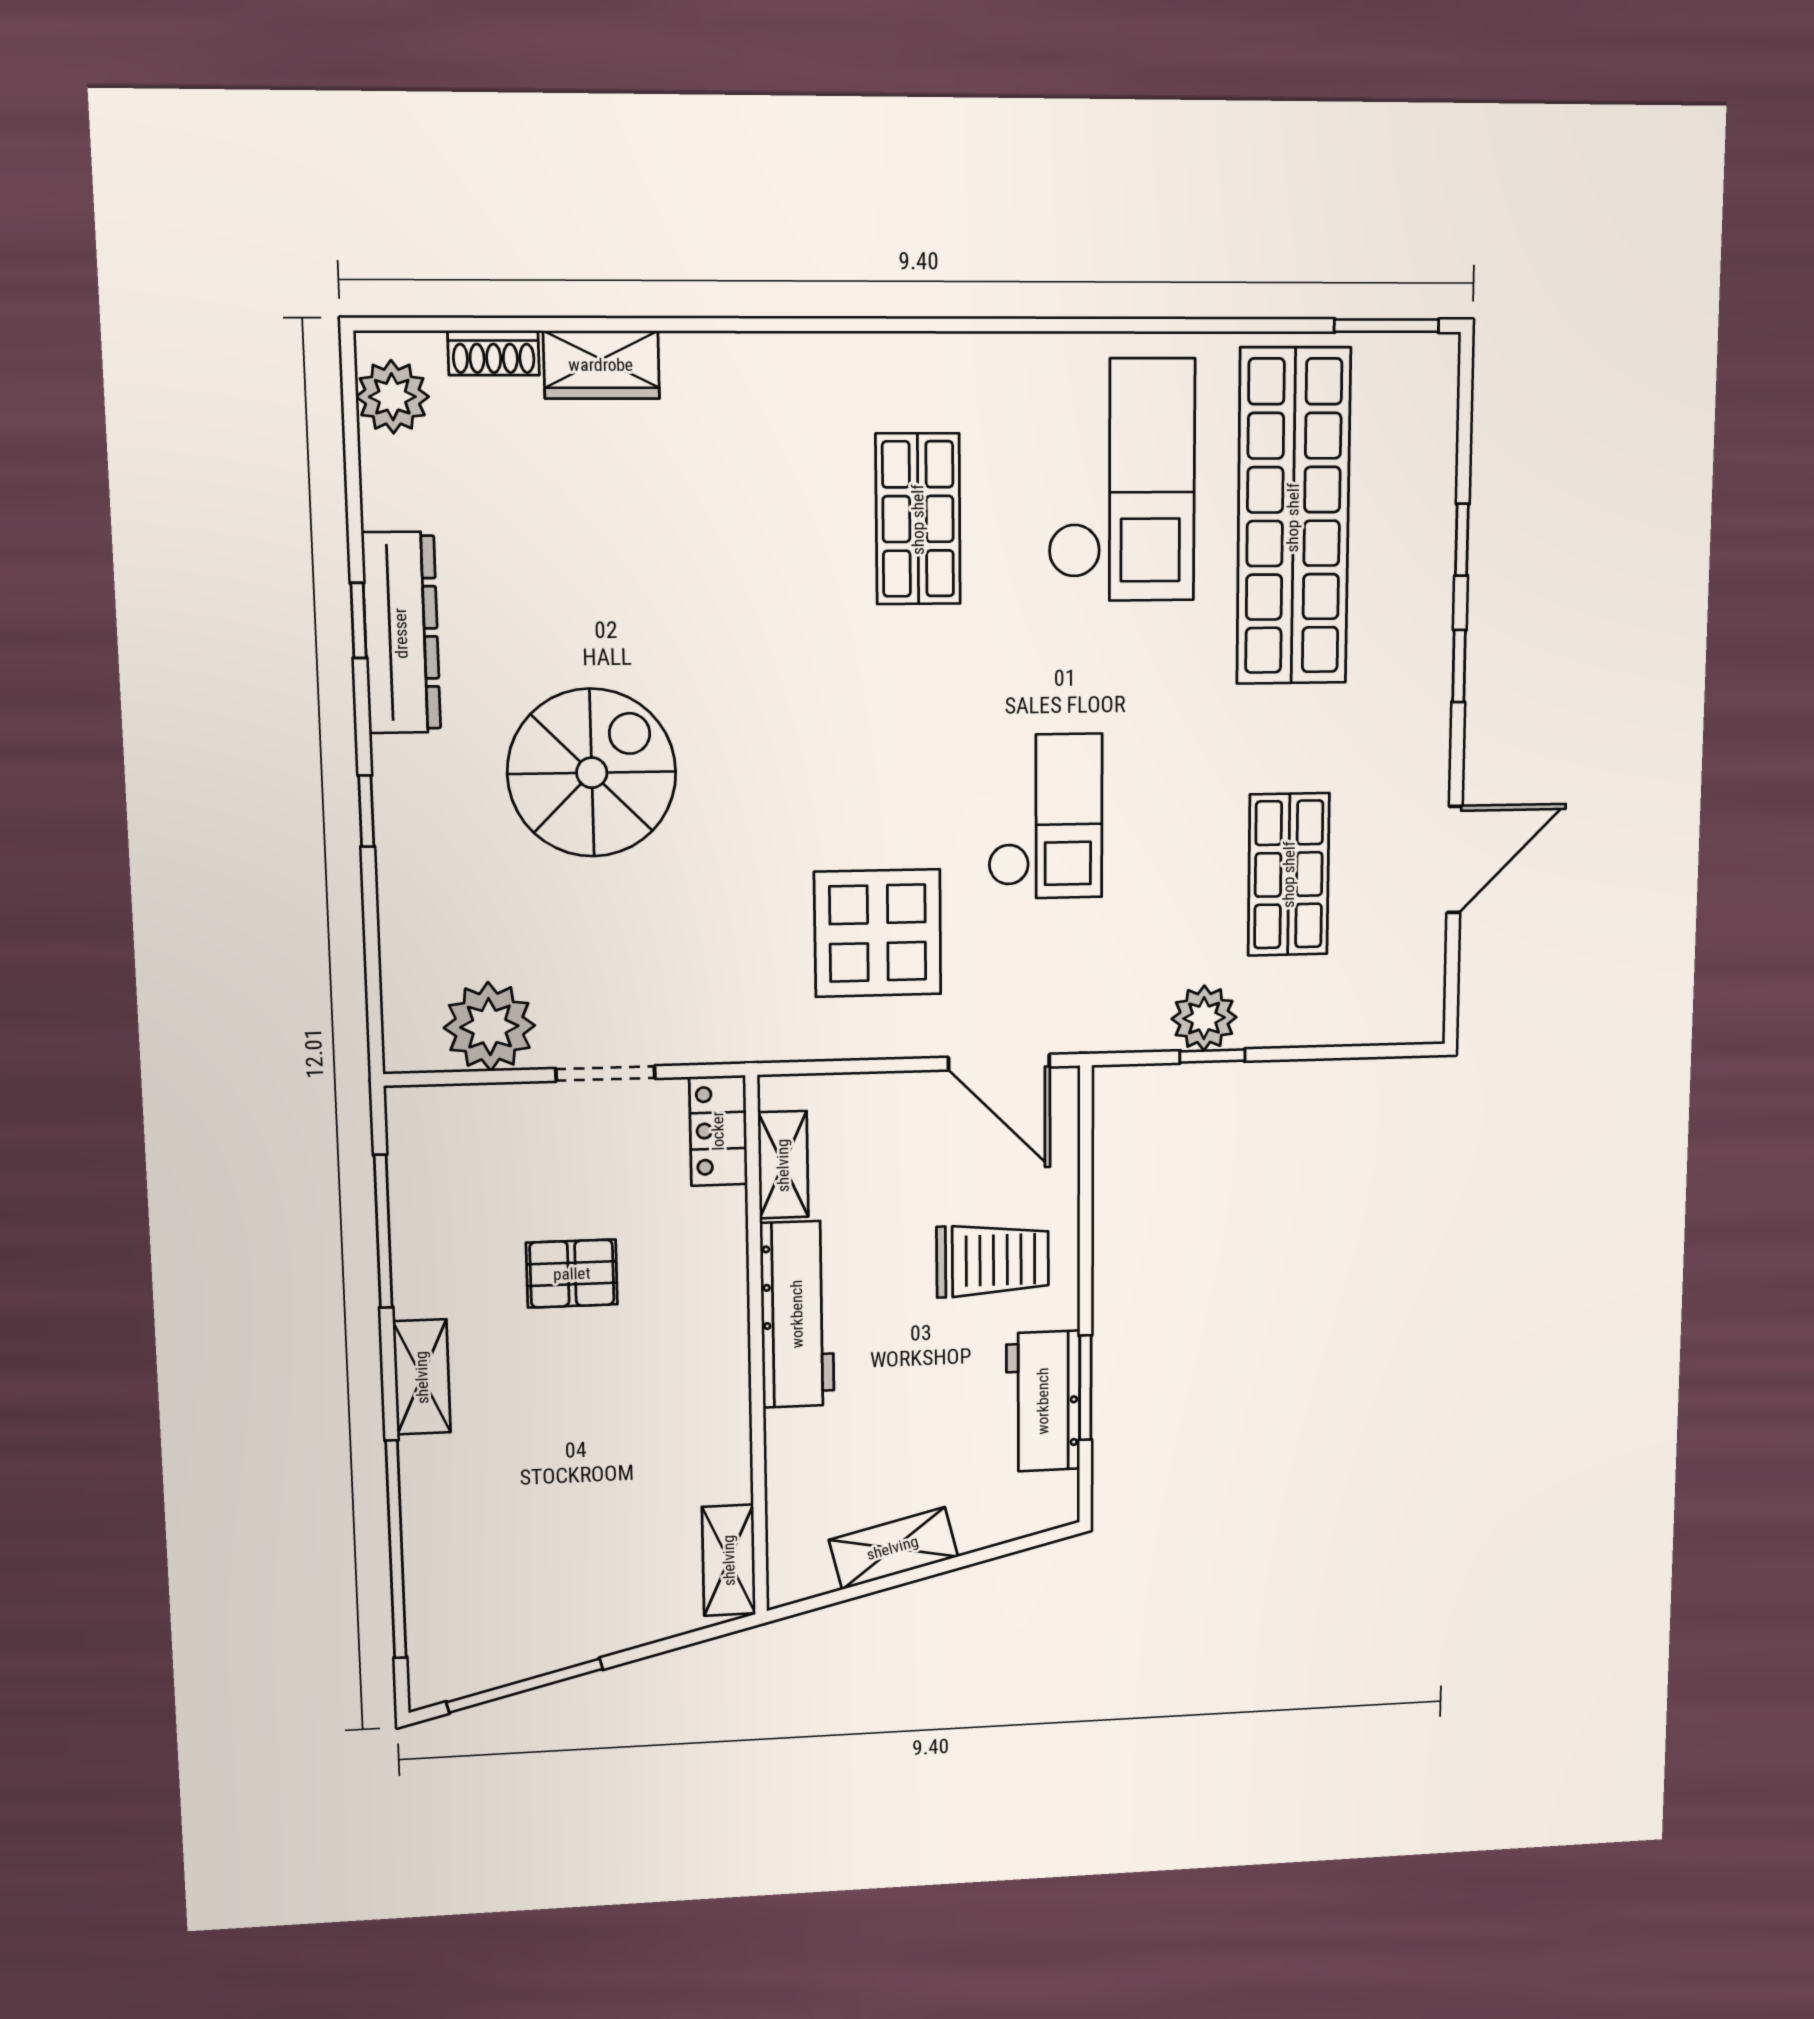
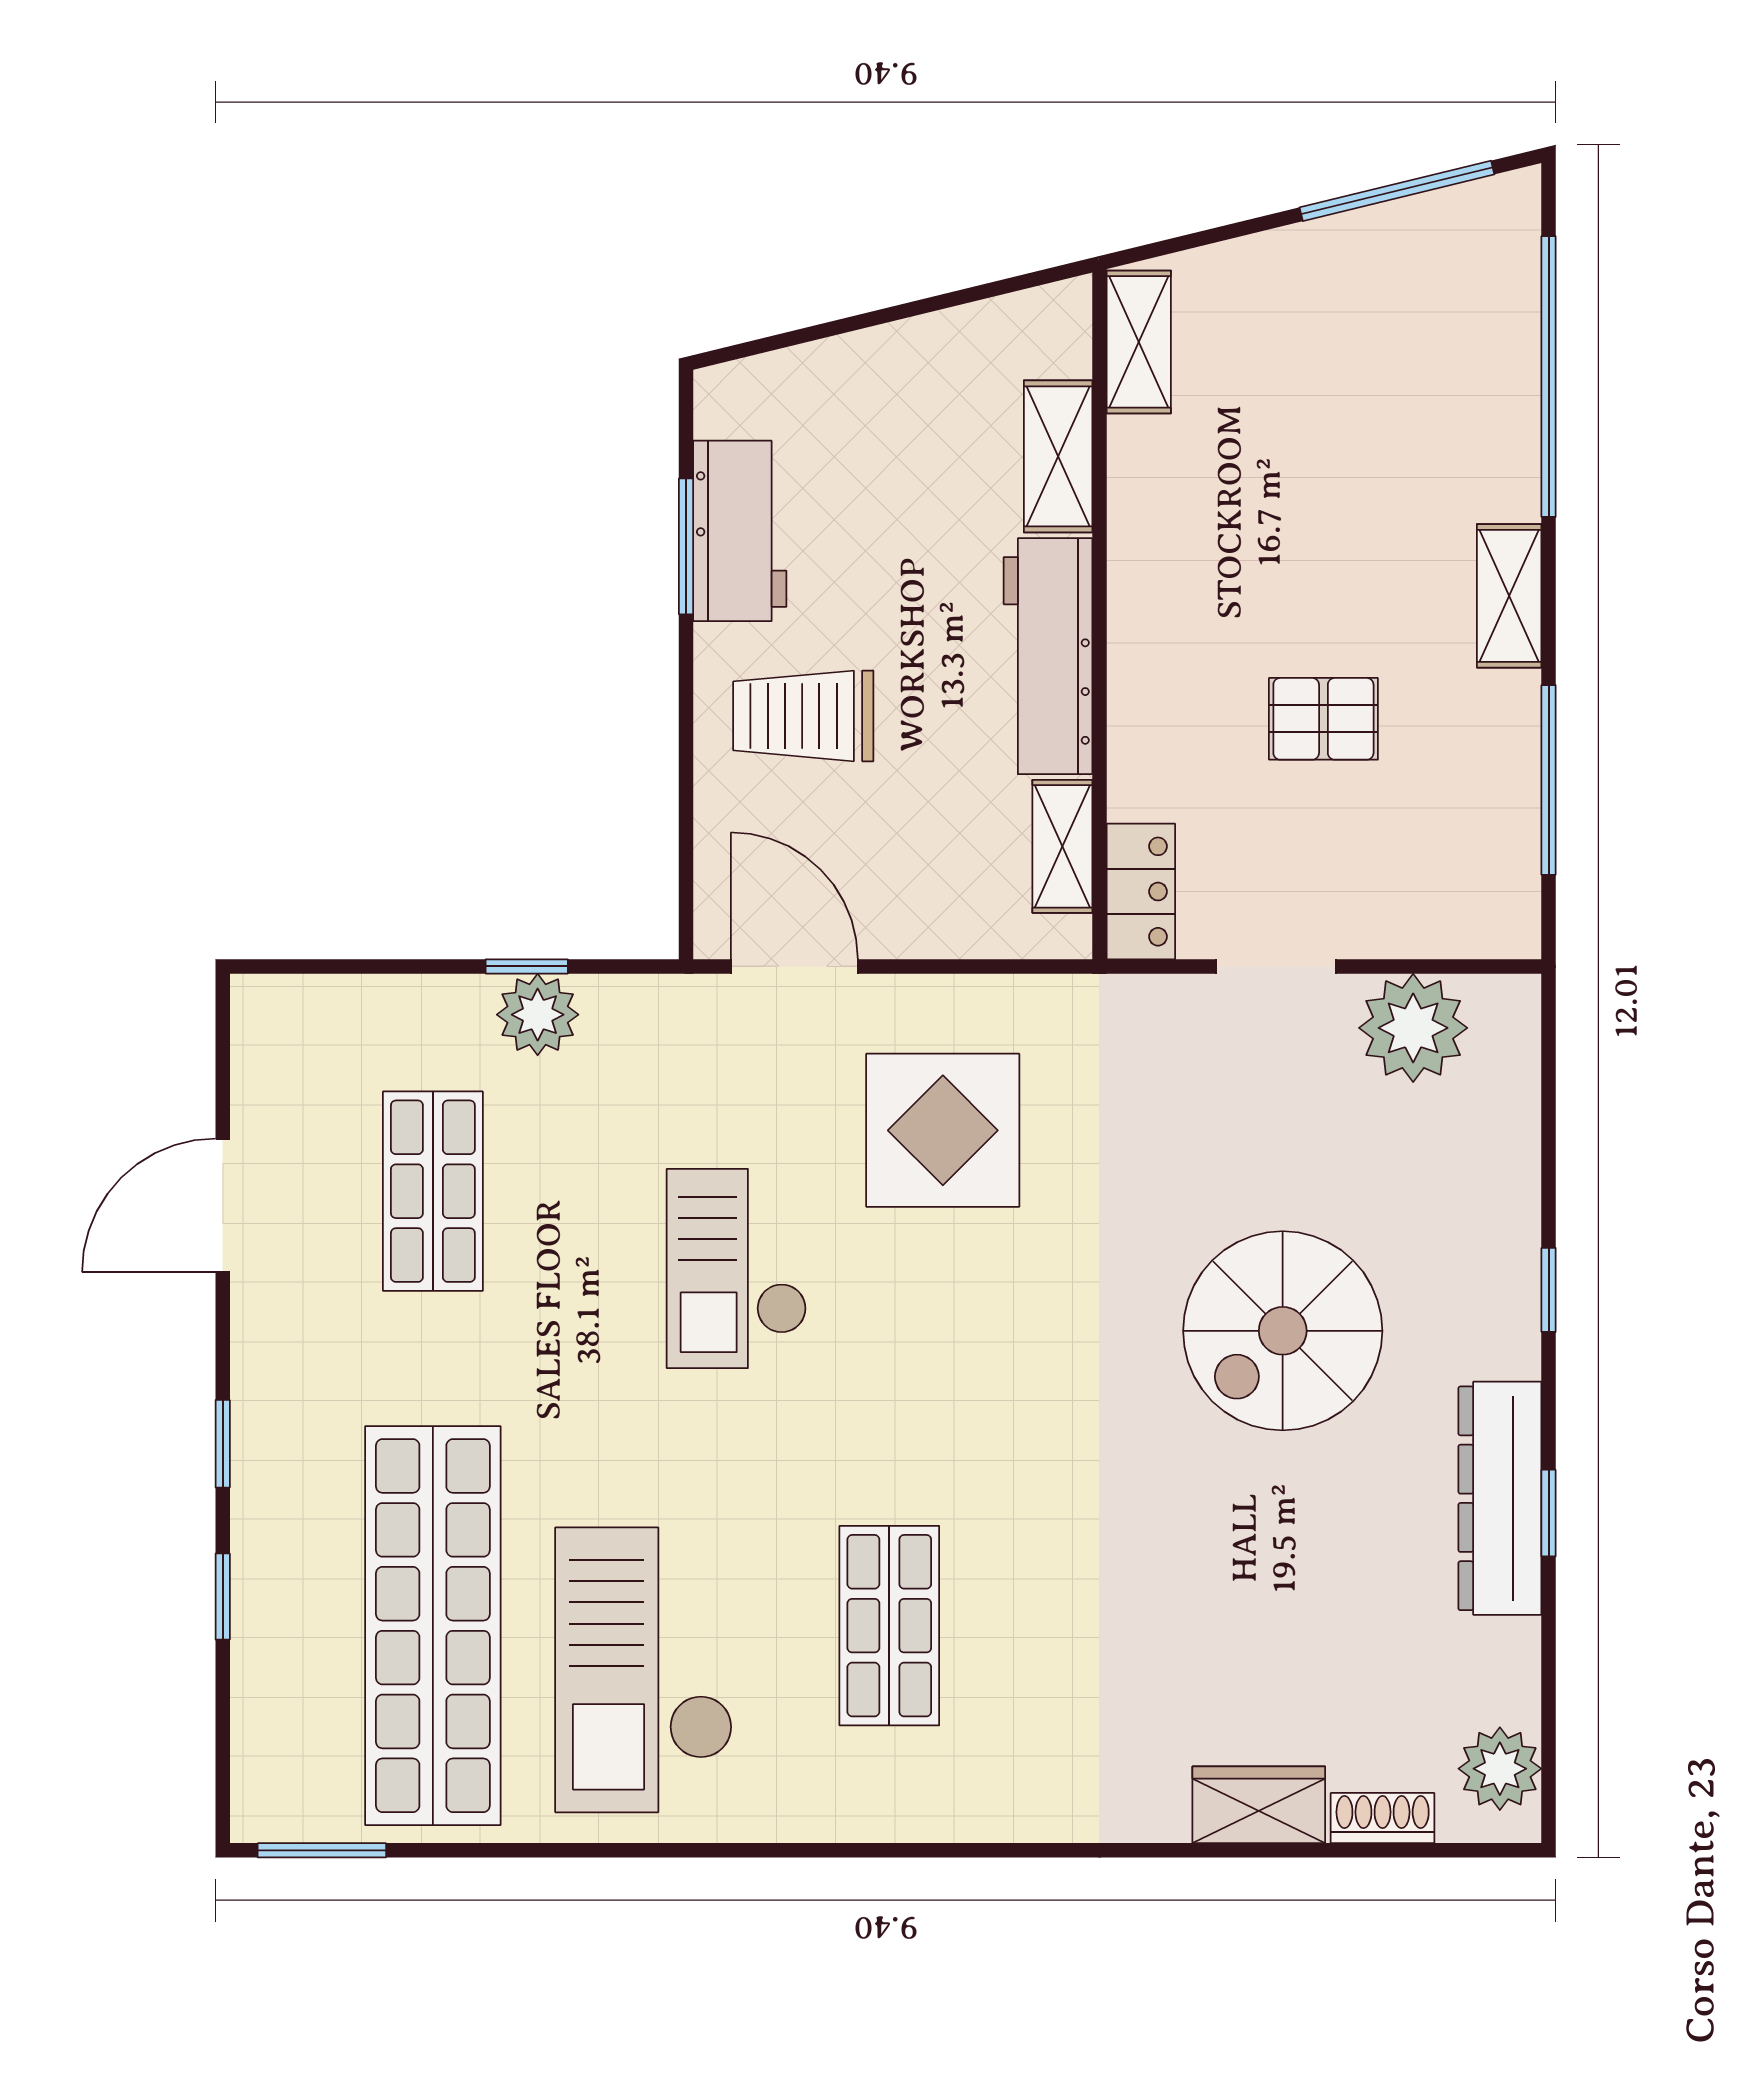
shelving: (893, 1548) -> (1058, 456), moved, turned -76

